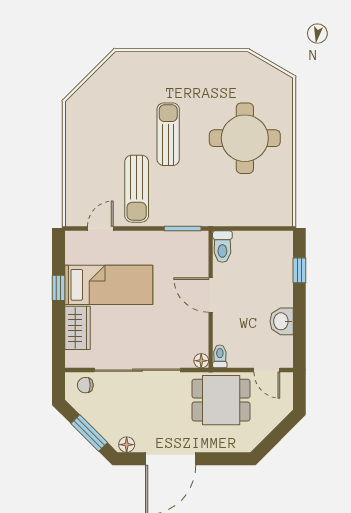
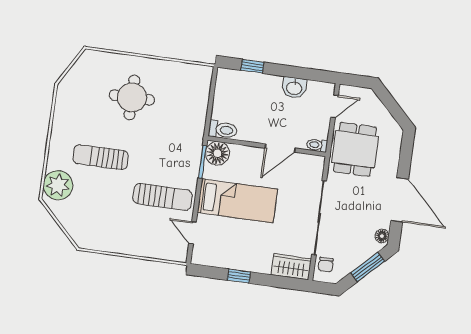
plant: (133, 68) -> (58, 185), added
sun lounger: (168, 134) -> (101, 157), moved
round table: (245, 138) -> (132, 97), width x0.73, depth x0.73
bed: (109, 285) -> (237, 201), moved, turned 90
door: (211, 295) -> (280, 148), moved
wardrobe: (77, 328) -> (291, 267), moved
floor lamp: (201, 361) -> (217, 153), moved, width x1.89, depth x1.89

